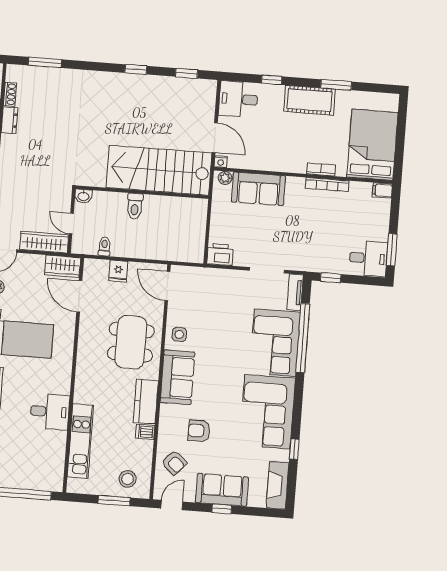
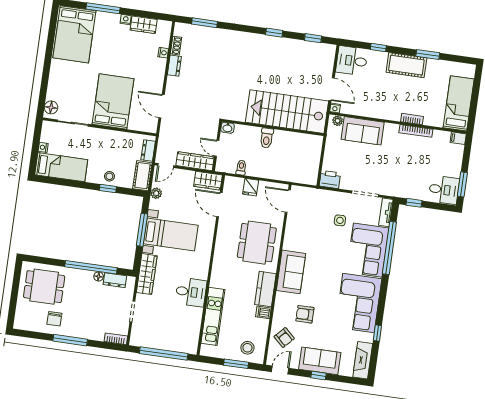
bed: (372, 145) -> (459, 103), width x0.67
side table: (179, 334) -> (340, 220), moved

